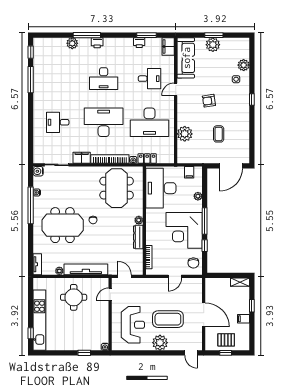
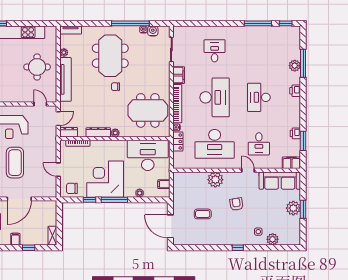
window: (87, 35) -> (303, 63), moved
desk: (150, 122) -> (215, 144), turned -90
plant: (185, 134) -> (215, 180), moved
water cooler: (38, 171) -> (153, 31), moved
dresser: (138, 266) -> (69, 132), added

